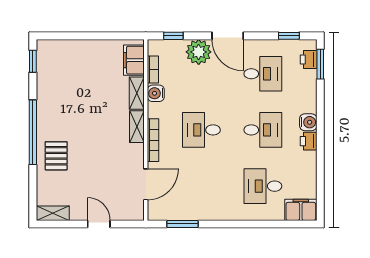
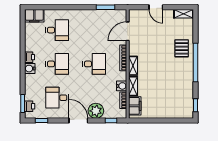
desk: (263, 130) -> (57, 64), turned 180

